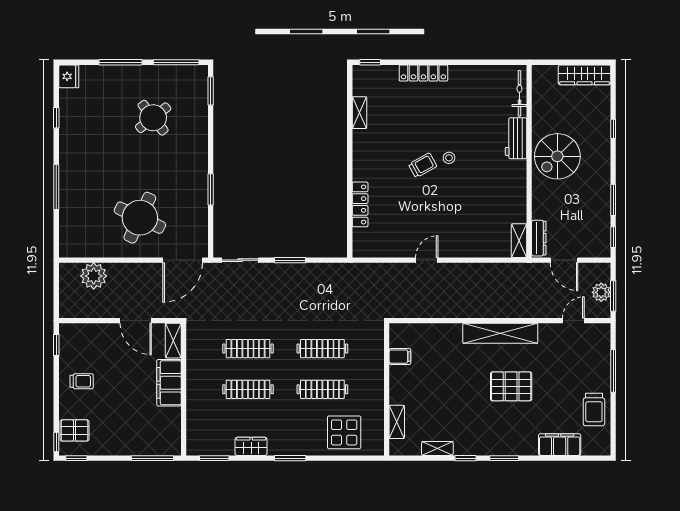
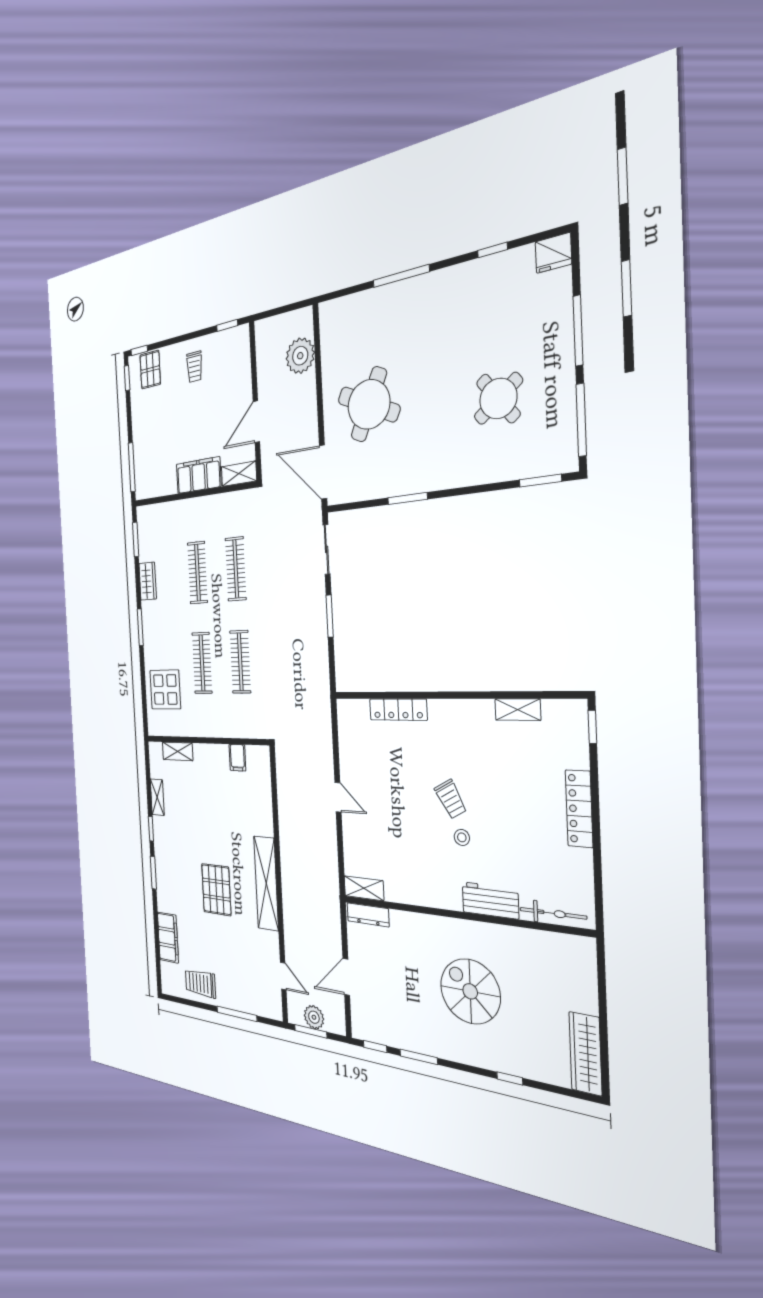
bicycle: (519, 93) -> (553, 913), moved
workbench: (516, 138) -> (490, 900), moved
wall: (529, 161) -> (461, 915), moved
dresser: (539, 238) -> (368, 915), moved
shelving: (519, 241) -> (364, 888), moved

